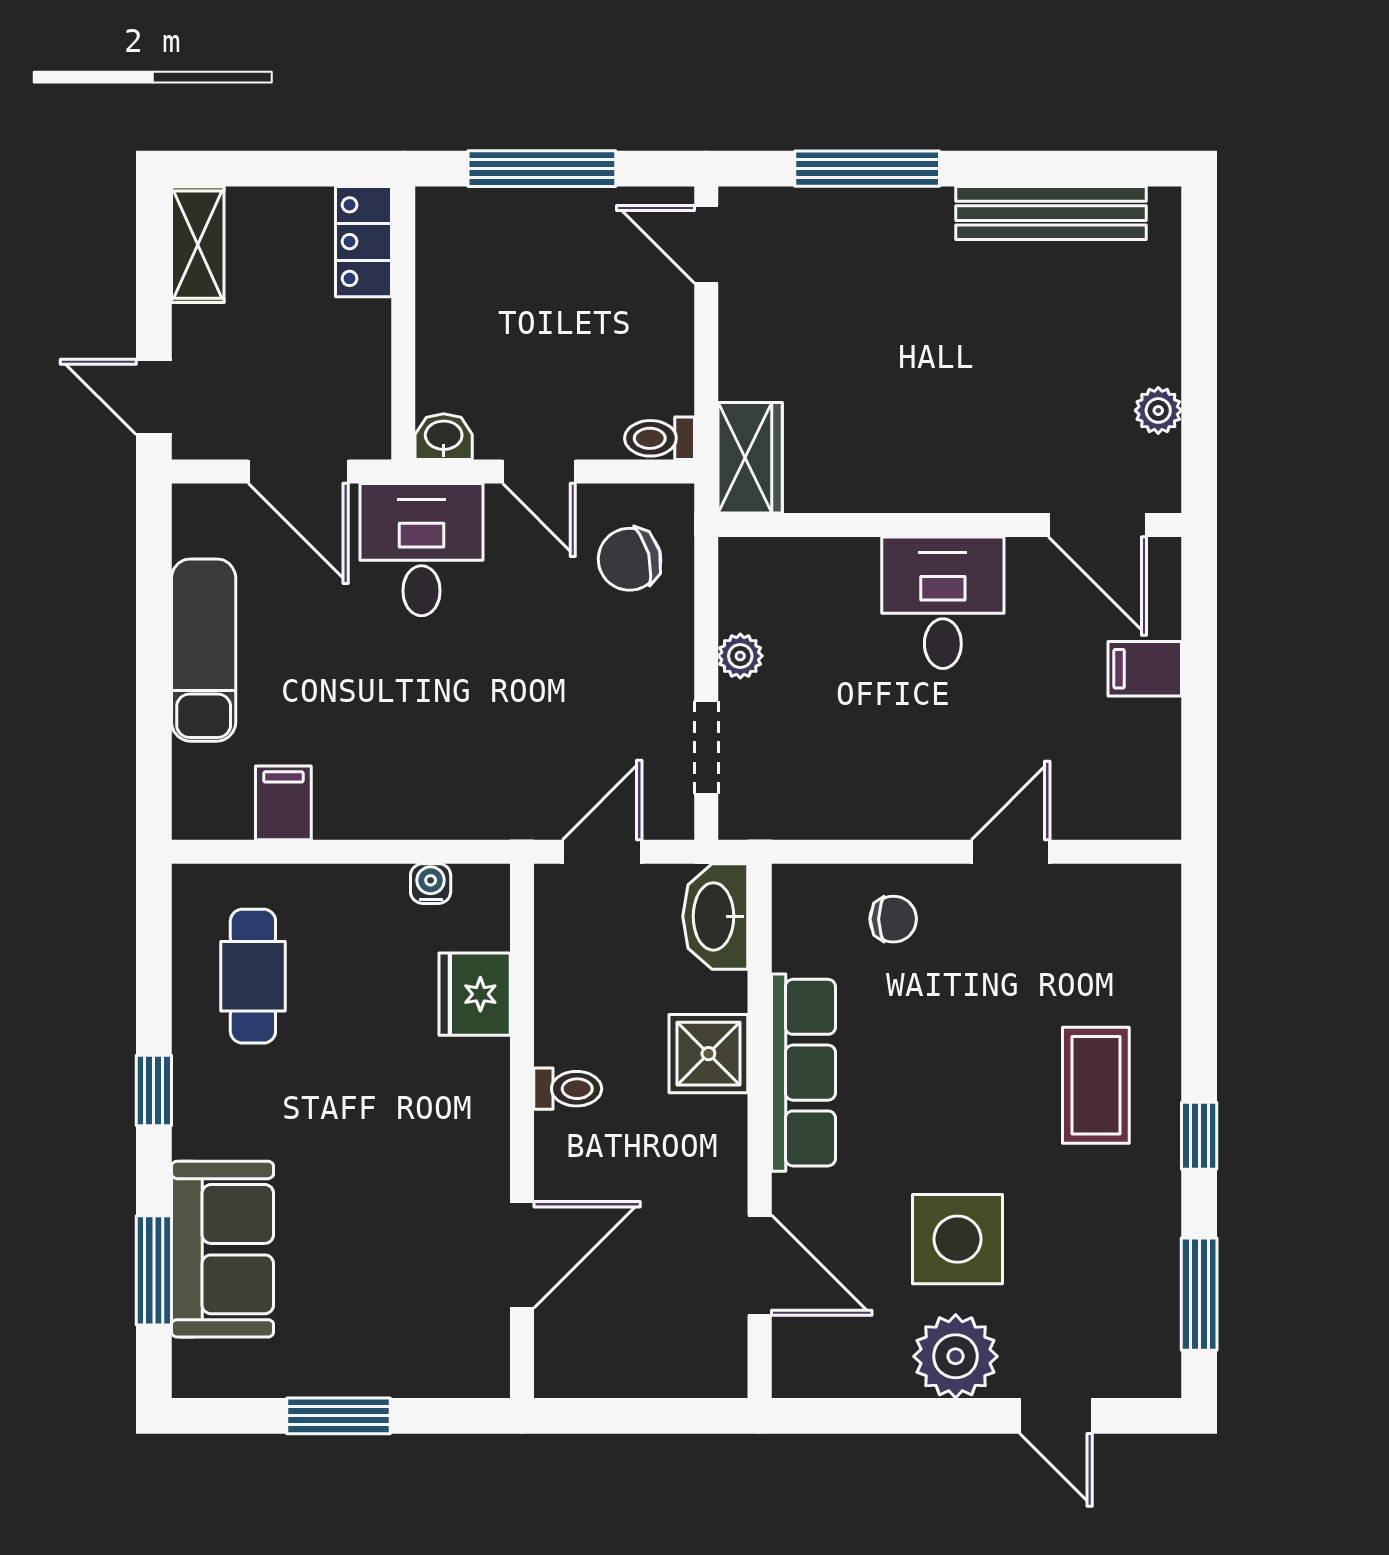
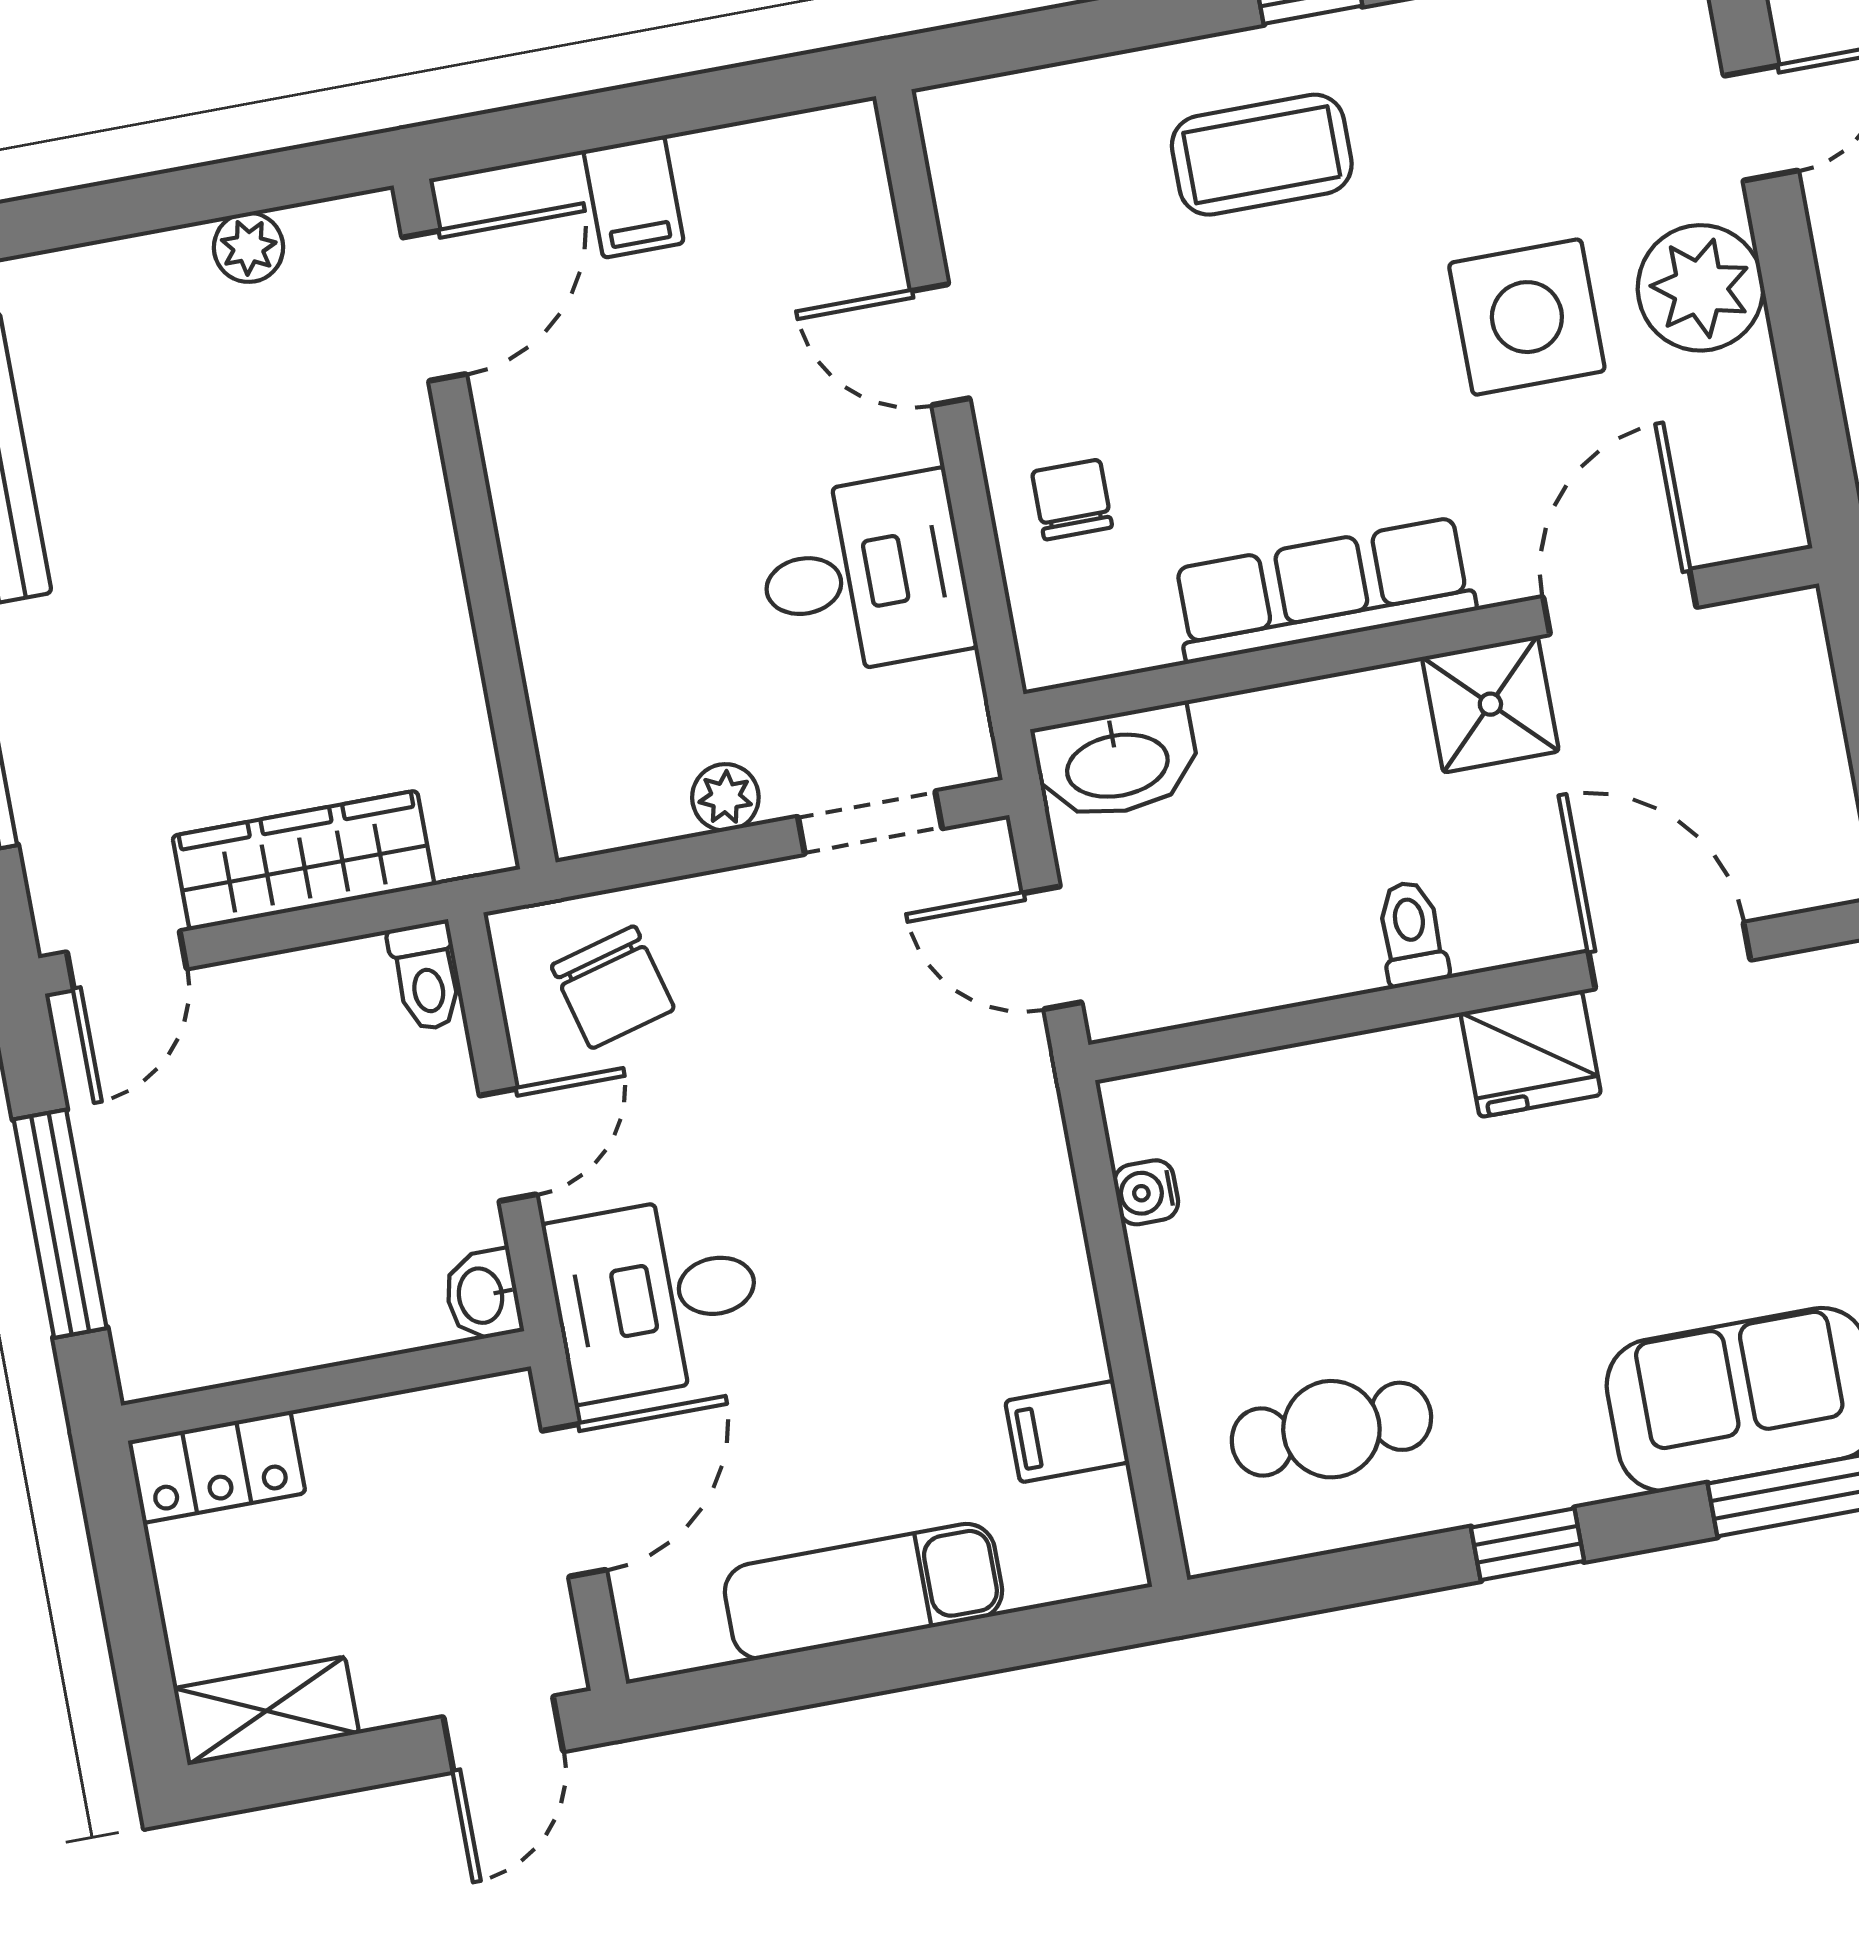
wardrobe: (750, 458) -> (303, 860), moved, width x1.50
desk: (943, 603) -> (864, 575), moved, turned 180
fridge: (475, 994) -> (1531, 1054), moved
shower: (708, 1054) -> (1490, 704), moved

